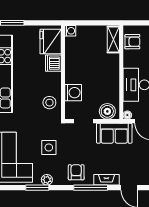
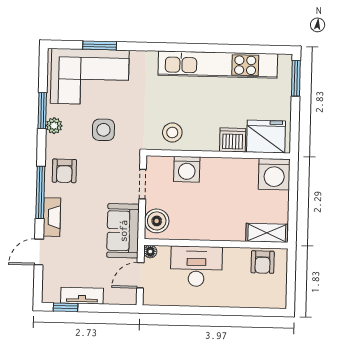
washing machine: (70, 31) -> (274, 174), width x1.89, depth x1.89
armchair: (76, 172) -> (64, 171), turned 90

